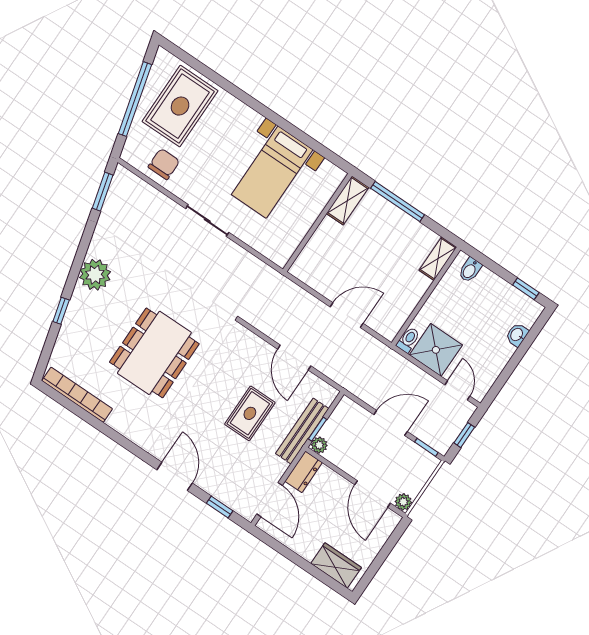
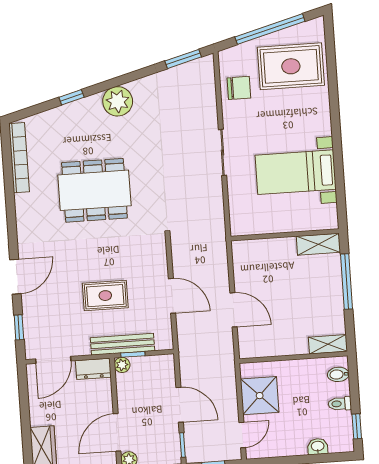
toilet: (408, 340) -> (340, 404), moved, turned 180
door: (294, 357) -> (172, 296), swing flipped

